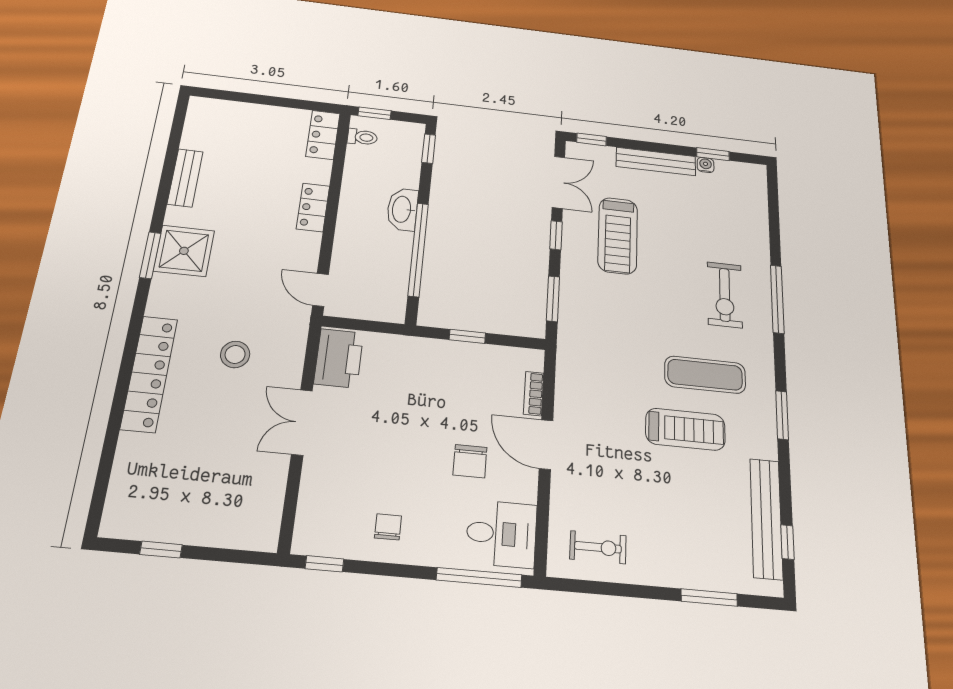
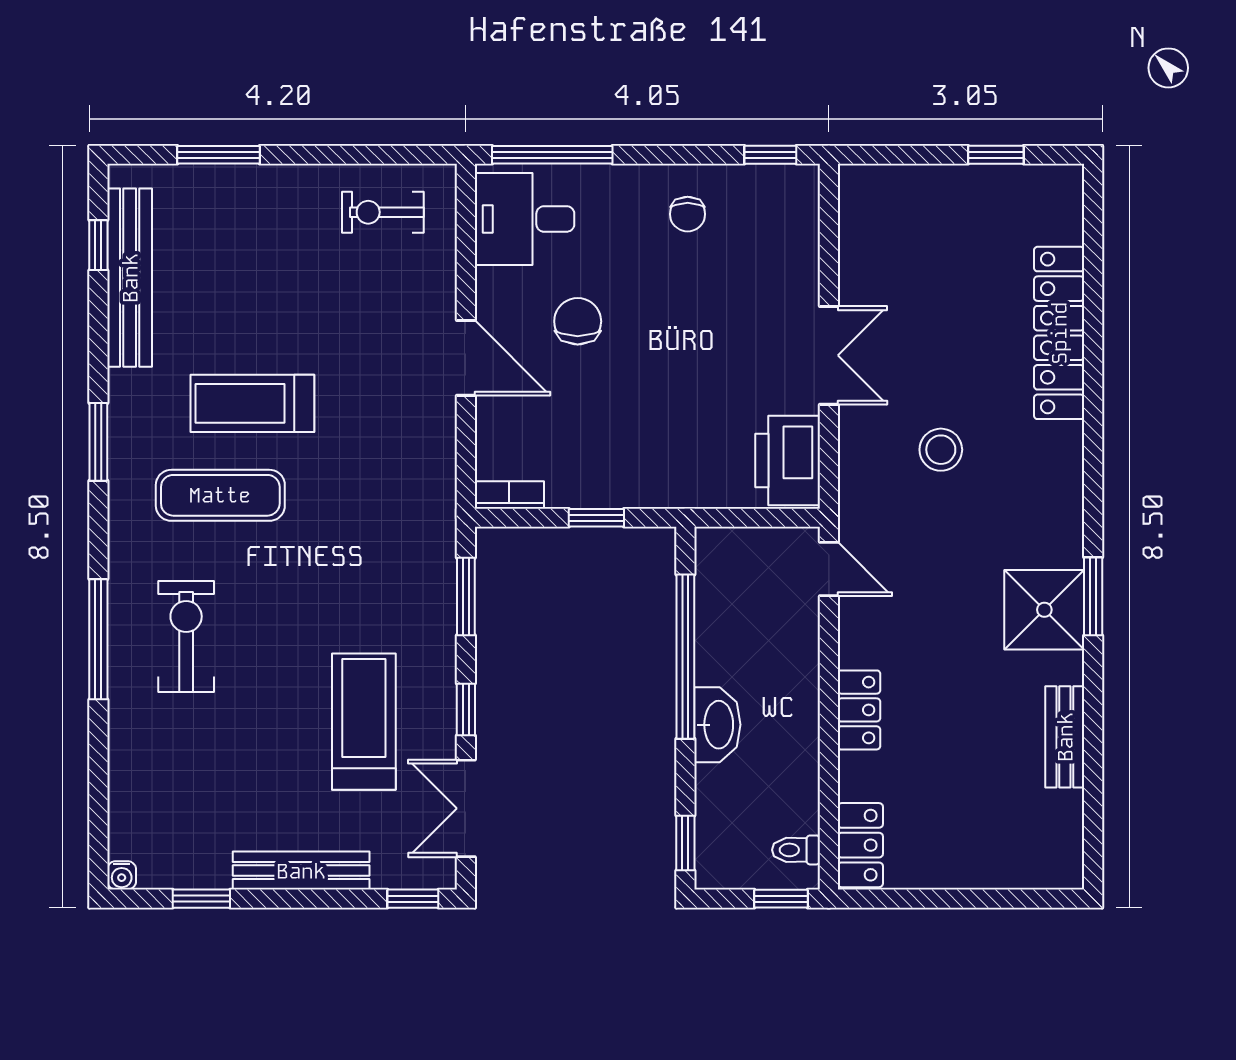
water cooler: (706, 165) -> (122, 875), moved
locker: (149, 374) -> (1059, 333), moved
bookcase: (534, 394) -> (509, 495), moved, turned -90

